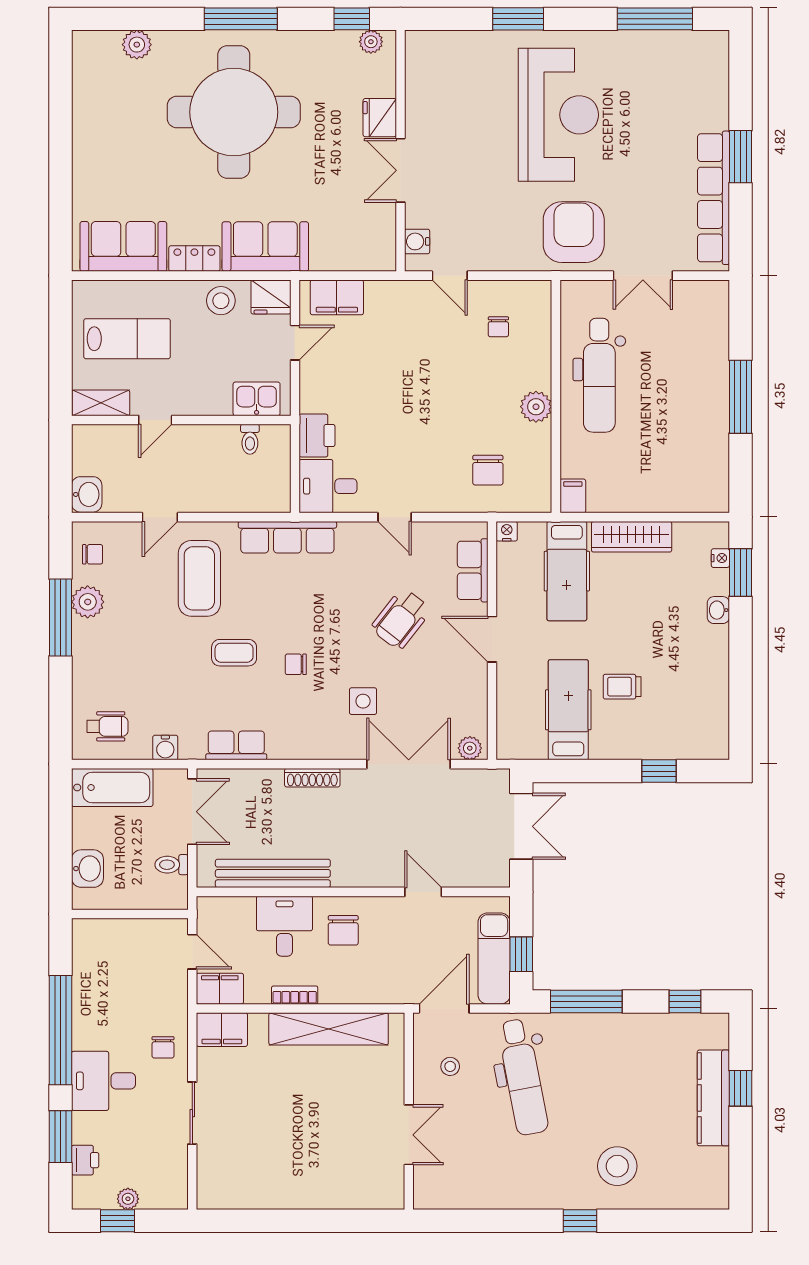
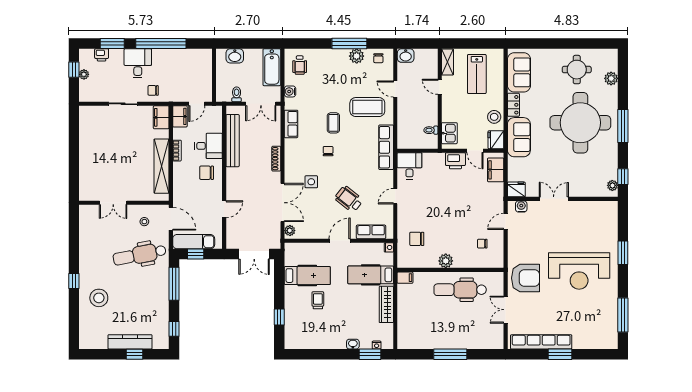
fridge: (380, 118) -> (516, 189), moved
round table: (117, 120) -> (577, 70), added
printer: (317, 435) -> (455, 161), moved

